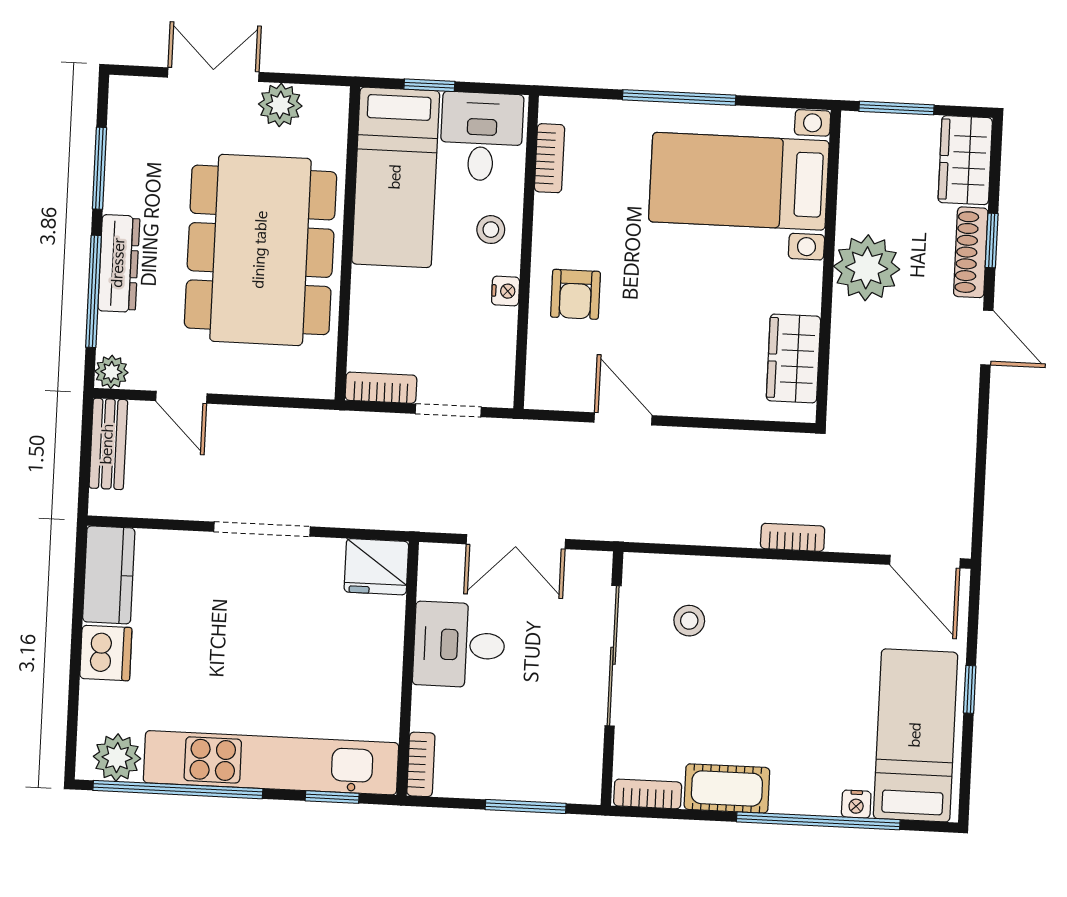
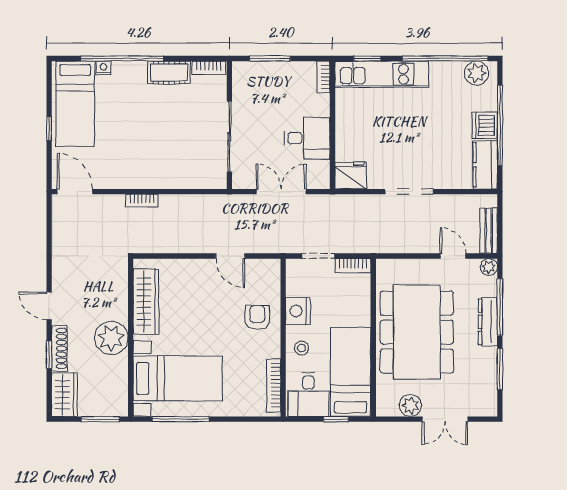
window: (679, 97) -> (181, 419), moved
bookcase: (550, 158) -> (274, 385), width x1.56
nightstand: (506, 291) -> (298, 311), width x1.89, depth x1.79
wardrobe: (793, 358) -> (146, 302), width x1.50
stool: (689, 621) -> (192, 156), removed
window: (76, 652) -> (500, 125), added
kitchen unit: (271, 763) -> (382, 74), width x0.73

